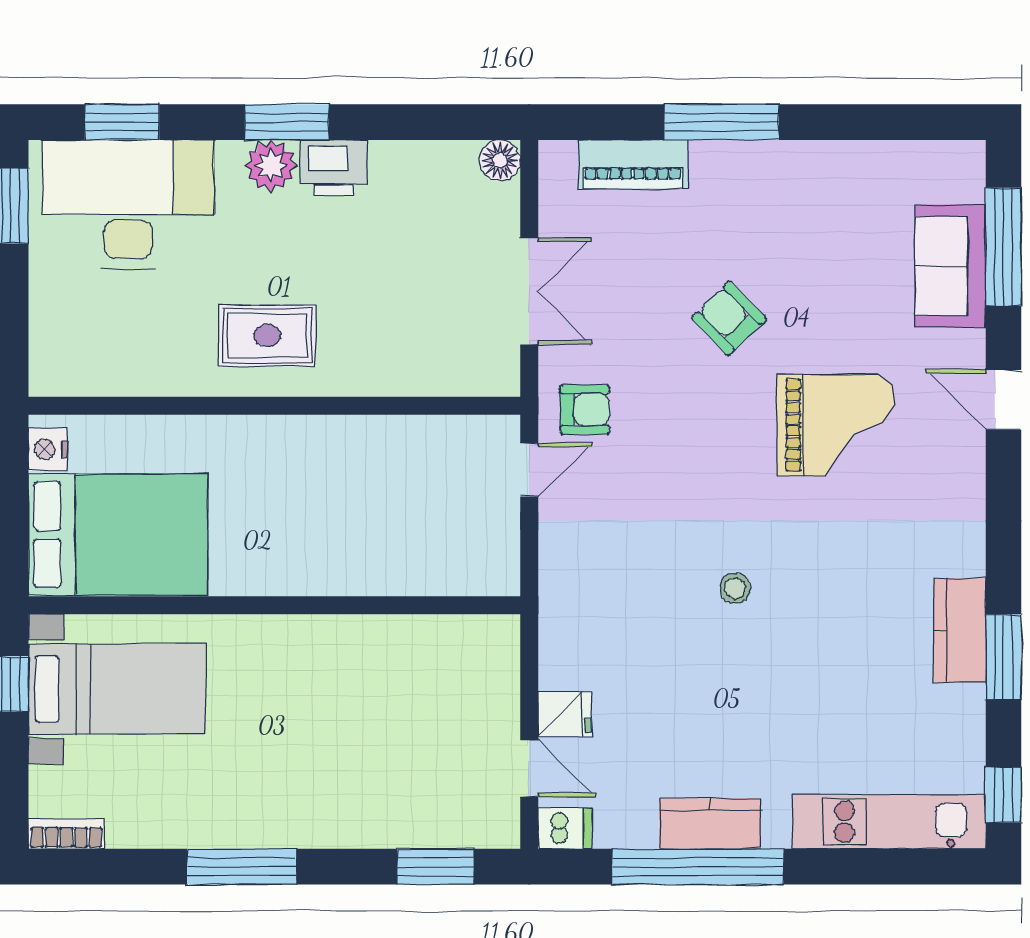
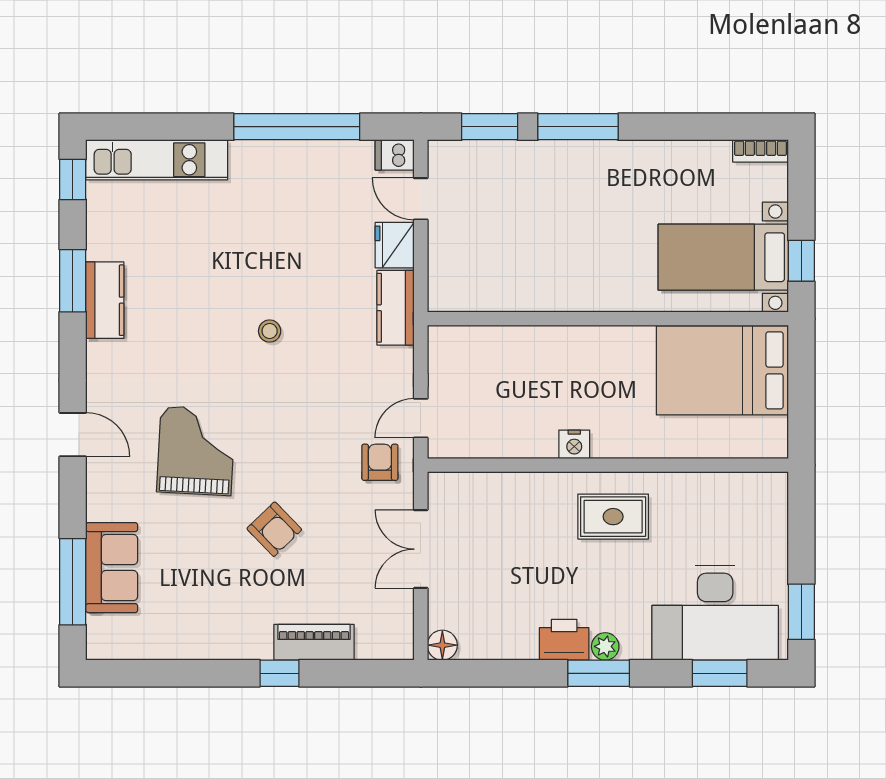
window: (722, 122) -> (279, 673), width x0.46
piano: (633, 164) -> (314, 642), moved
plant: (271, 166) -> (605, 646), width x0.73, depth x0.73
door: (1004, 400) -> (73, 435), moved
armchair: (585, 410) -> (380, 462), turned 90
grand piano: (836, 425) -> (196, 451), turned 93
nightstand: (48, 449) -> (574, 444), moved, turned 90
fridge: (565, 714) -> (395, 245), width x1.38
kitchen counter: (710, 824) -> (396, 308), moved, turned 90
window: (242, 867) -> (578, 127), moved

